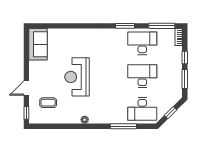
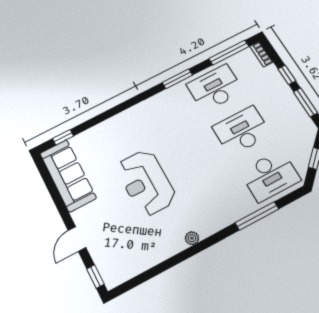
window: (46, 26) -> (63, 137), added
sofa: (38, 44) -> (68, 176), width x1.36
coffee table: (48, 103) -> (122, 243), removed

